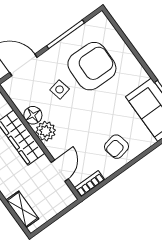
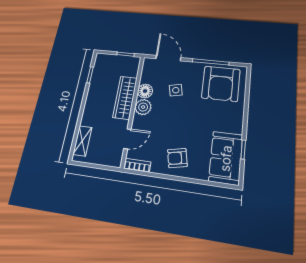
armchair: (92, 66) -> (221, 84), moved, turned 89

